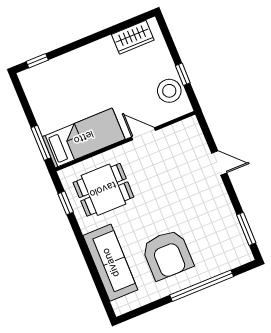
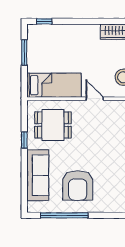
window: (41, 143) -> (24, 52), moved
window: (66, 203) -> (24, 140), moved
window: (202, 286) -> (64, 215), moved

